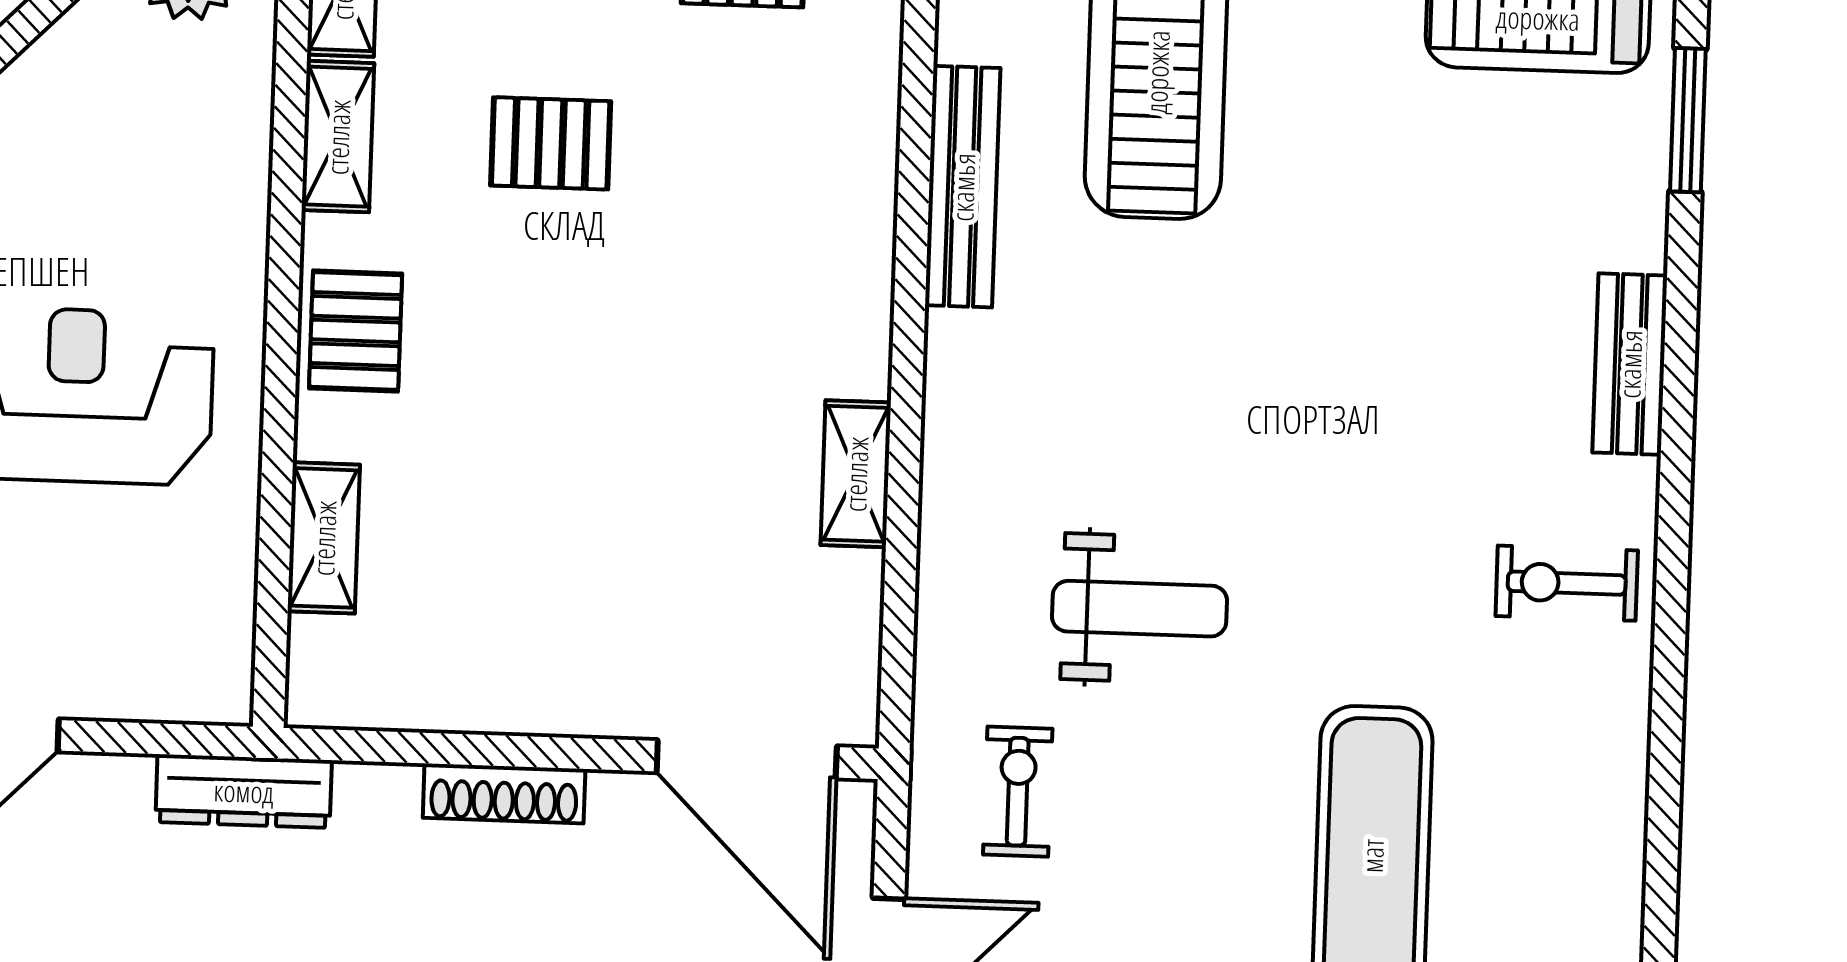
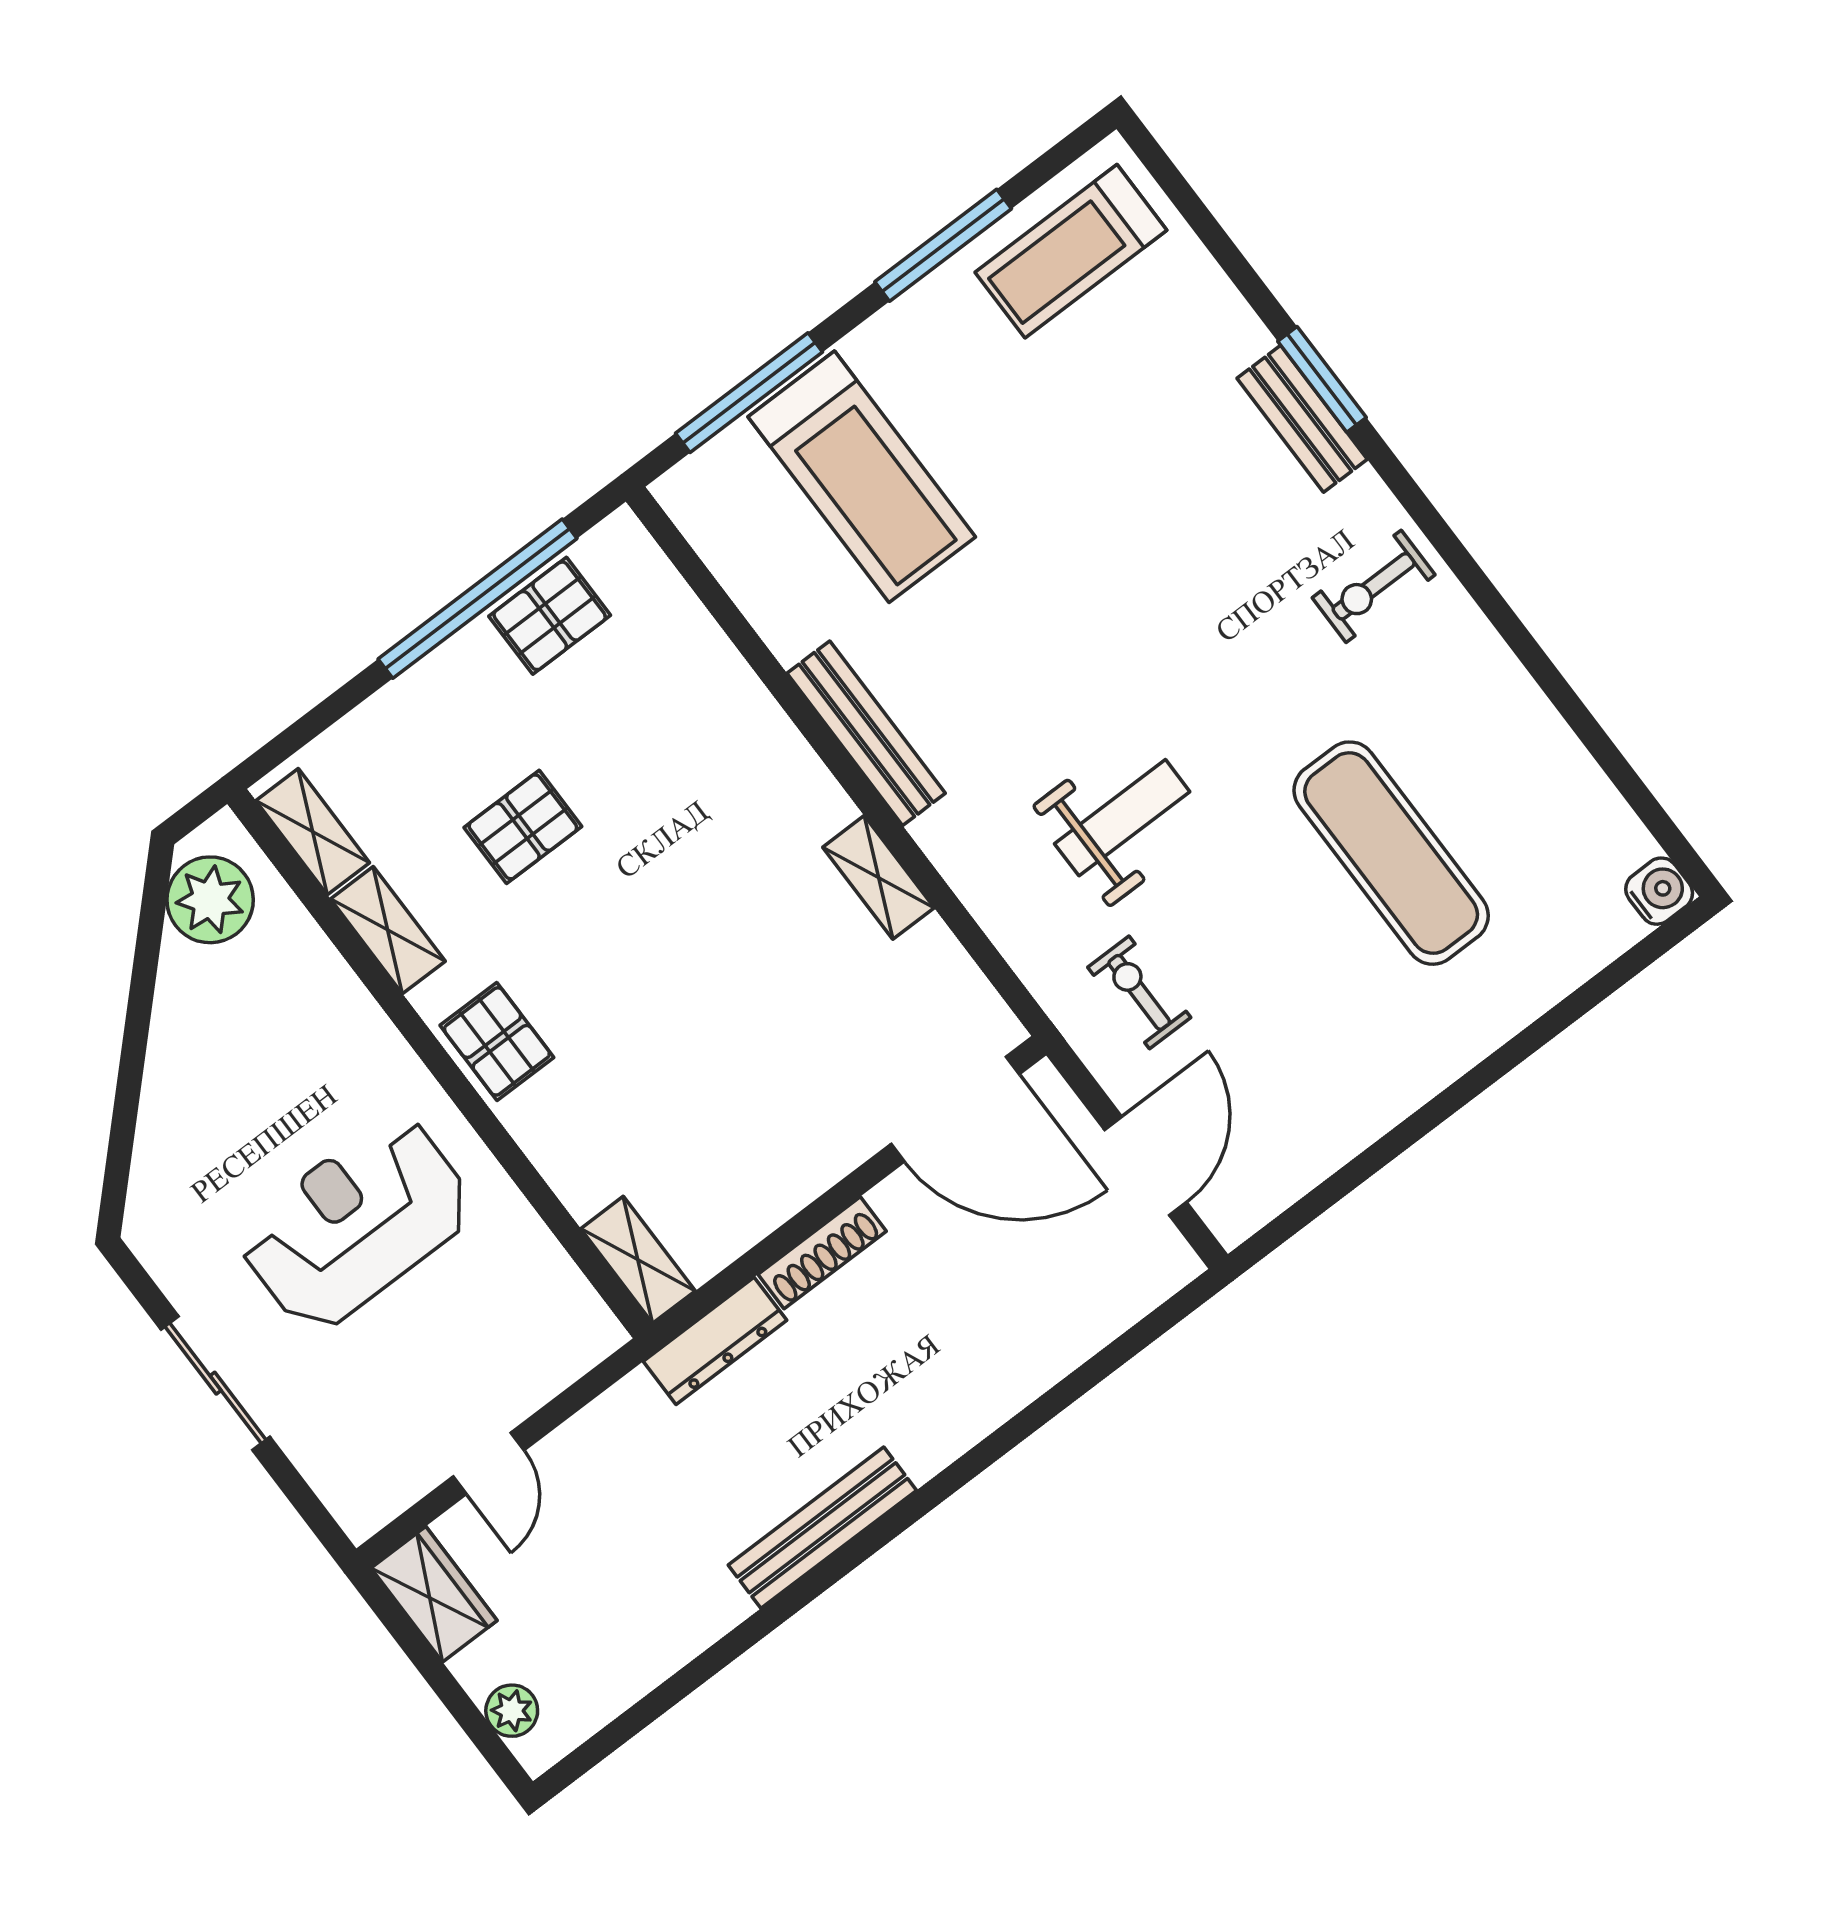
window: (1688, 120) -> (1322, 379), moved
bench: (963, 187) -> (866, 733), moved
shelving: (324, 538) -> (638, 1260), moved
dresser: (244, 791) -> (715, 1341), moved

